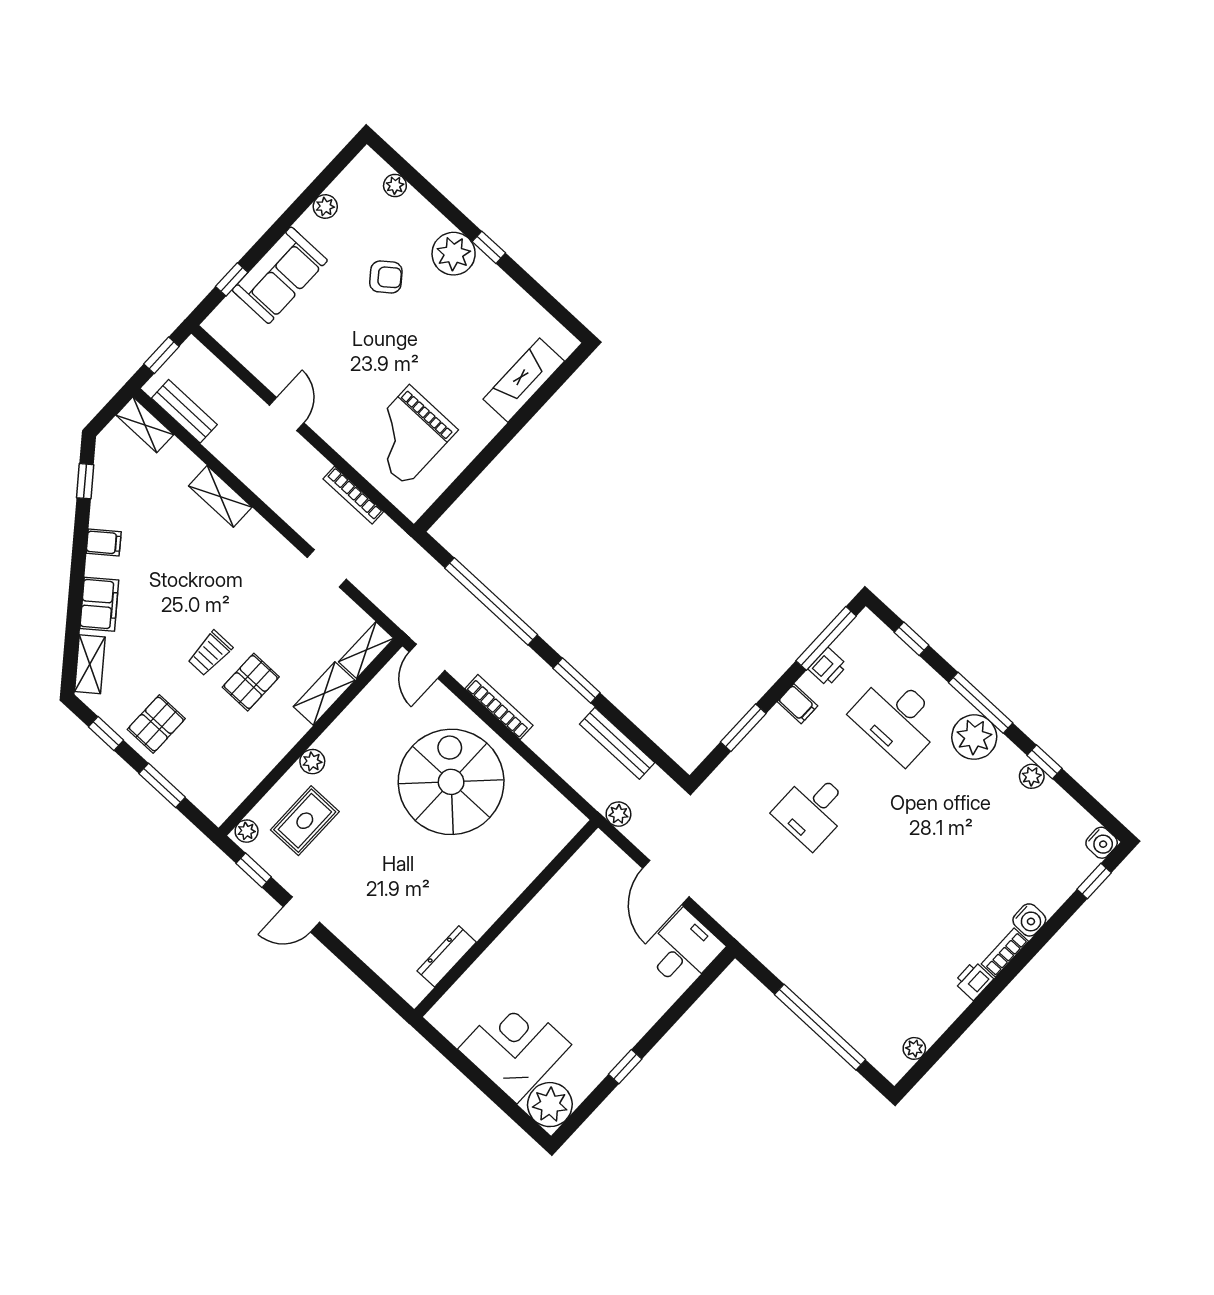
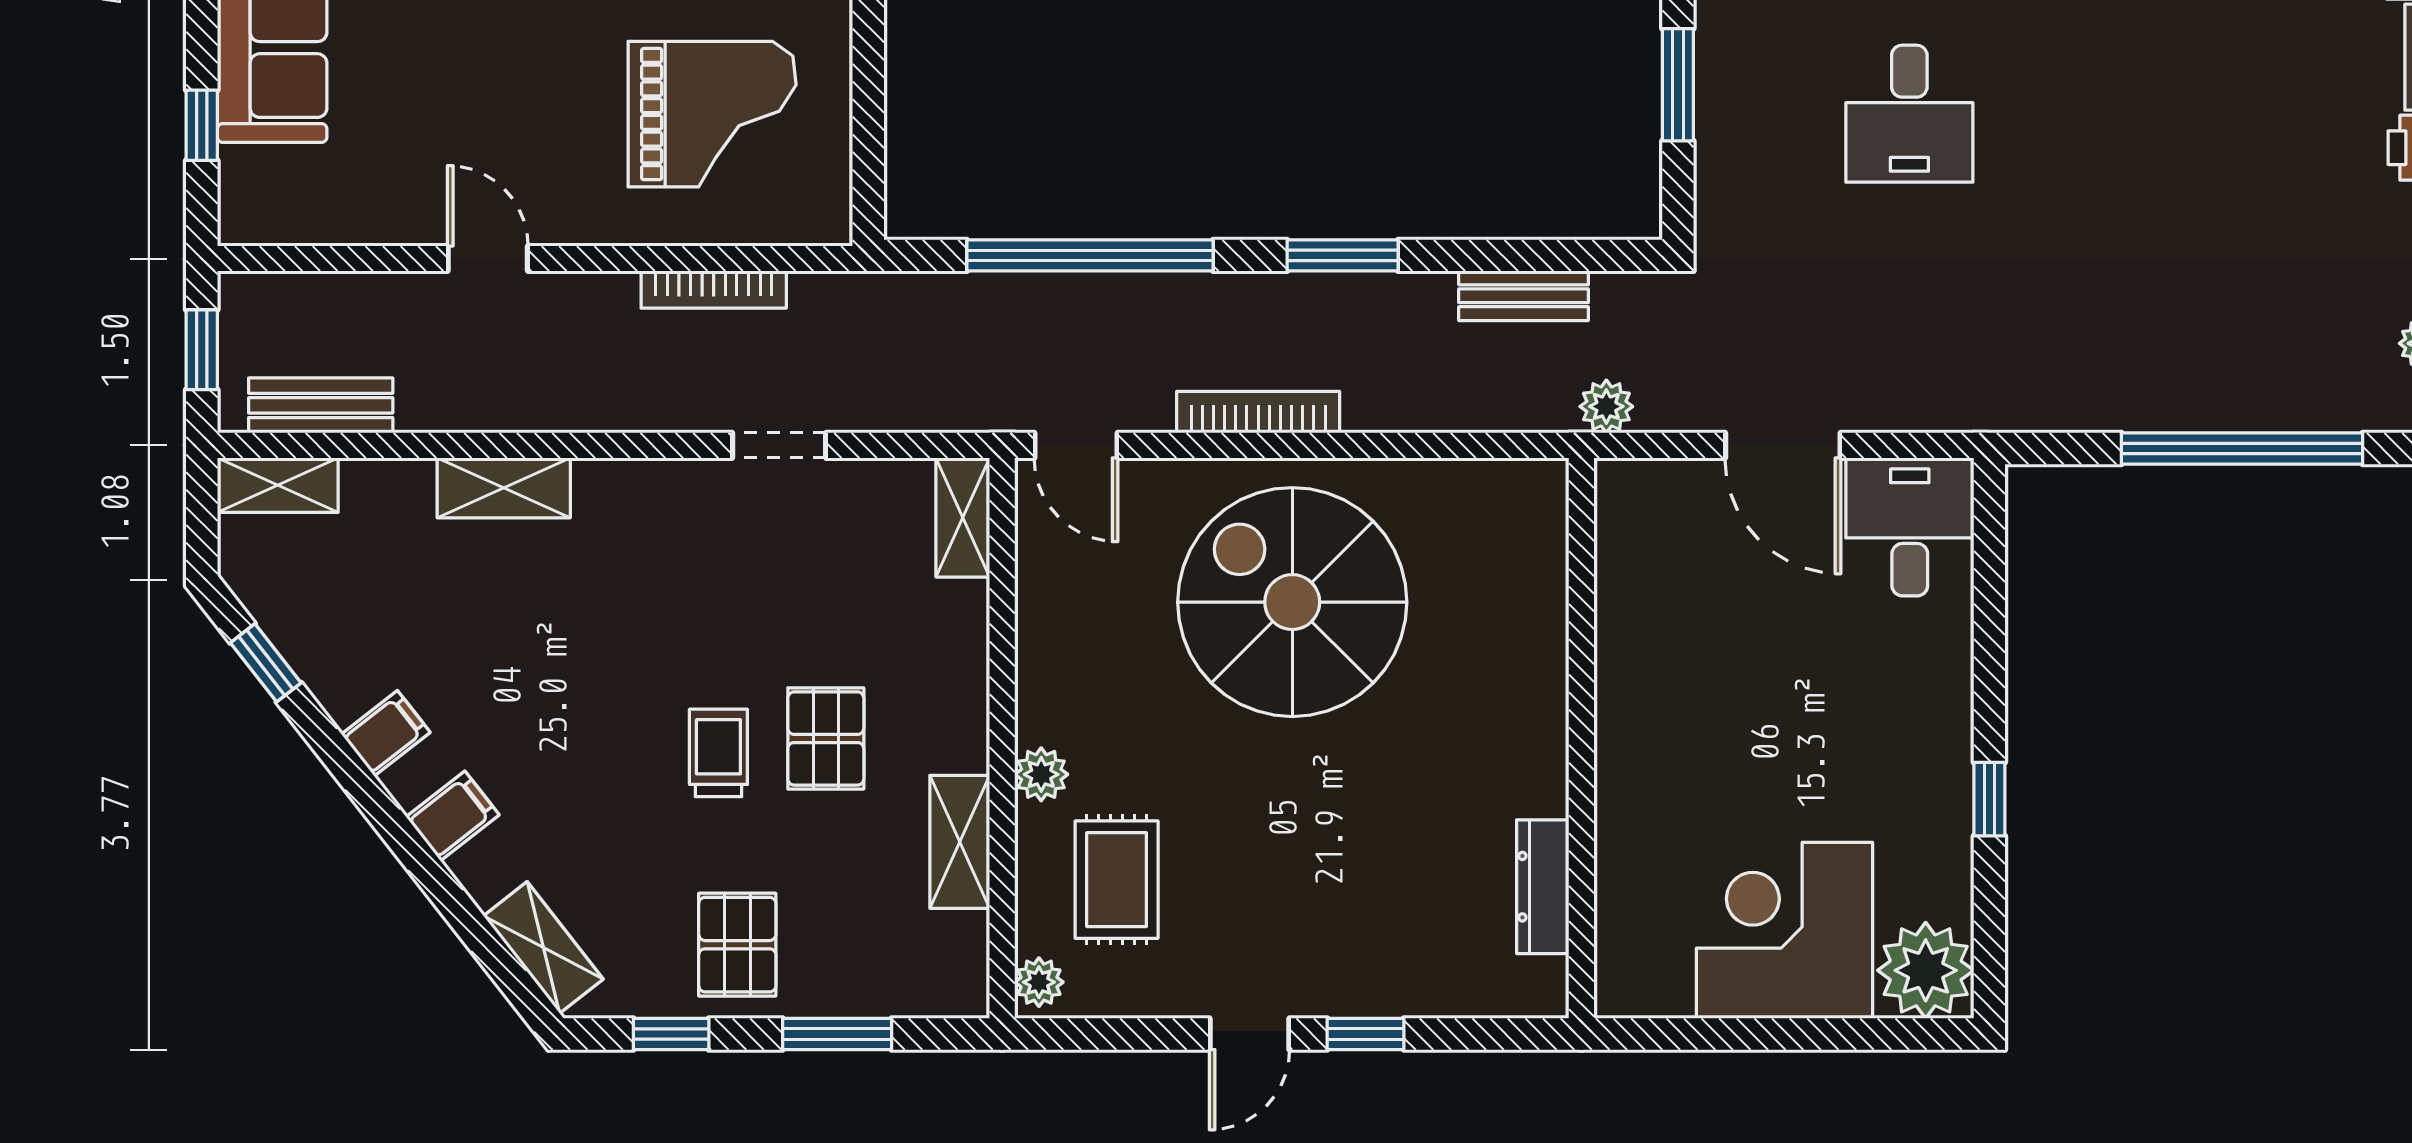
grand piano: (408, 435) -> (712, 114), turned -90
filing cabinet: (99, 604) -> (453, 816), width x0.50
trolley: (210, 653) -> (718, 753), turned 180
shelving: (324, 694) -> (960, 842), moved
bench: (617, 743) -> (1524, 296), width x0.73
window: (254, 870) -> (1366, 1034), moved

